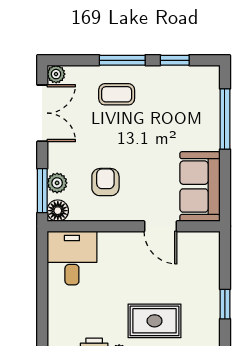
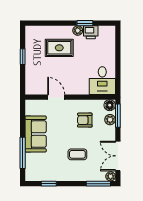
window: (122, 60) -> (98, 184), moved
coffee table: (117, 94) -> (77, 154), moved
armchair: (105, 182) -> (85, 120), turned 90
sofa: (200, 187) -> (36, 134), moved

